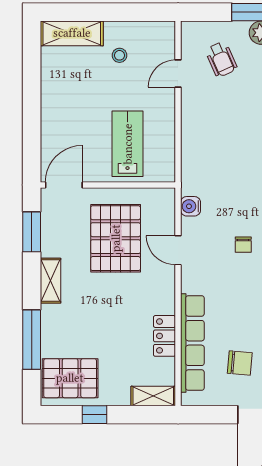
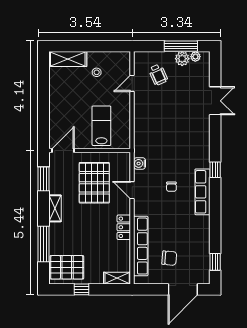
locker: (165, 336) -> (124, 227), moved

